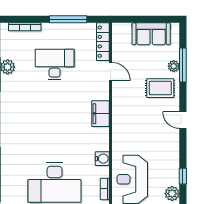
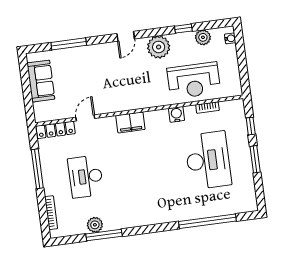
plant: (174, 66) -> (159, 47), moved, width x1.87, depth x1.87
rug: (160, 88) -> (96, 64), removed

